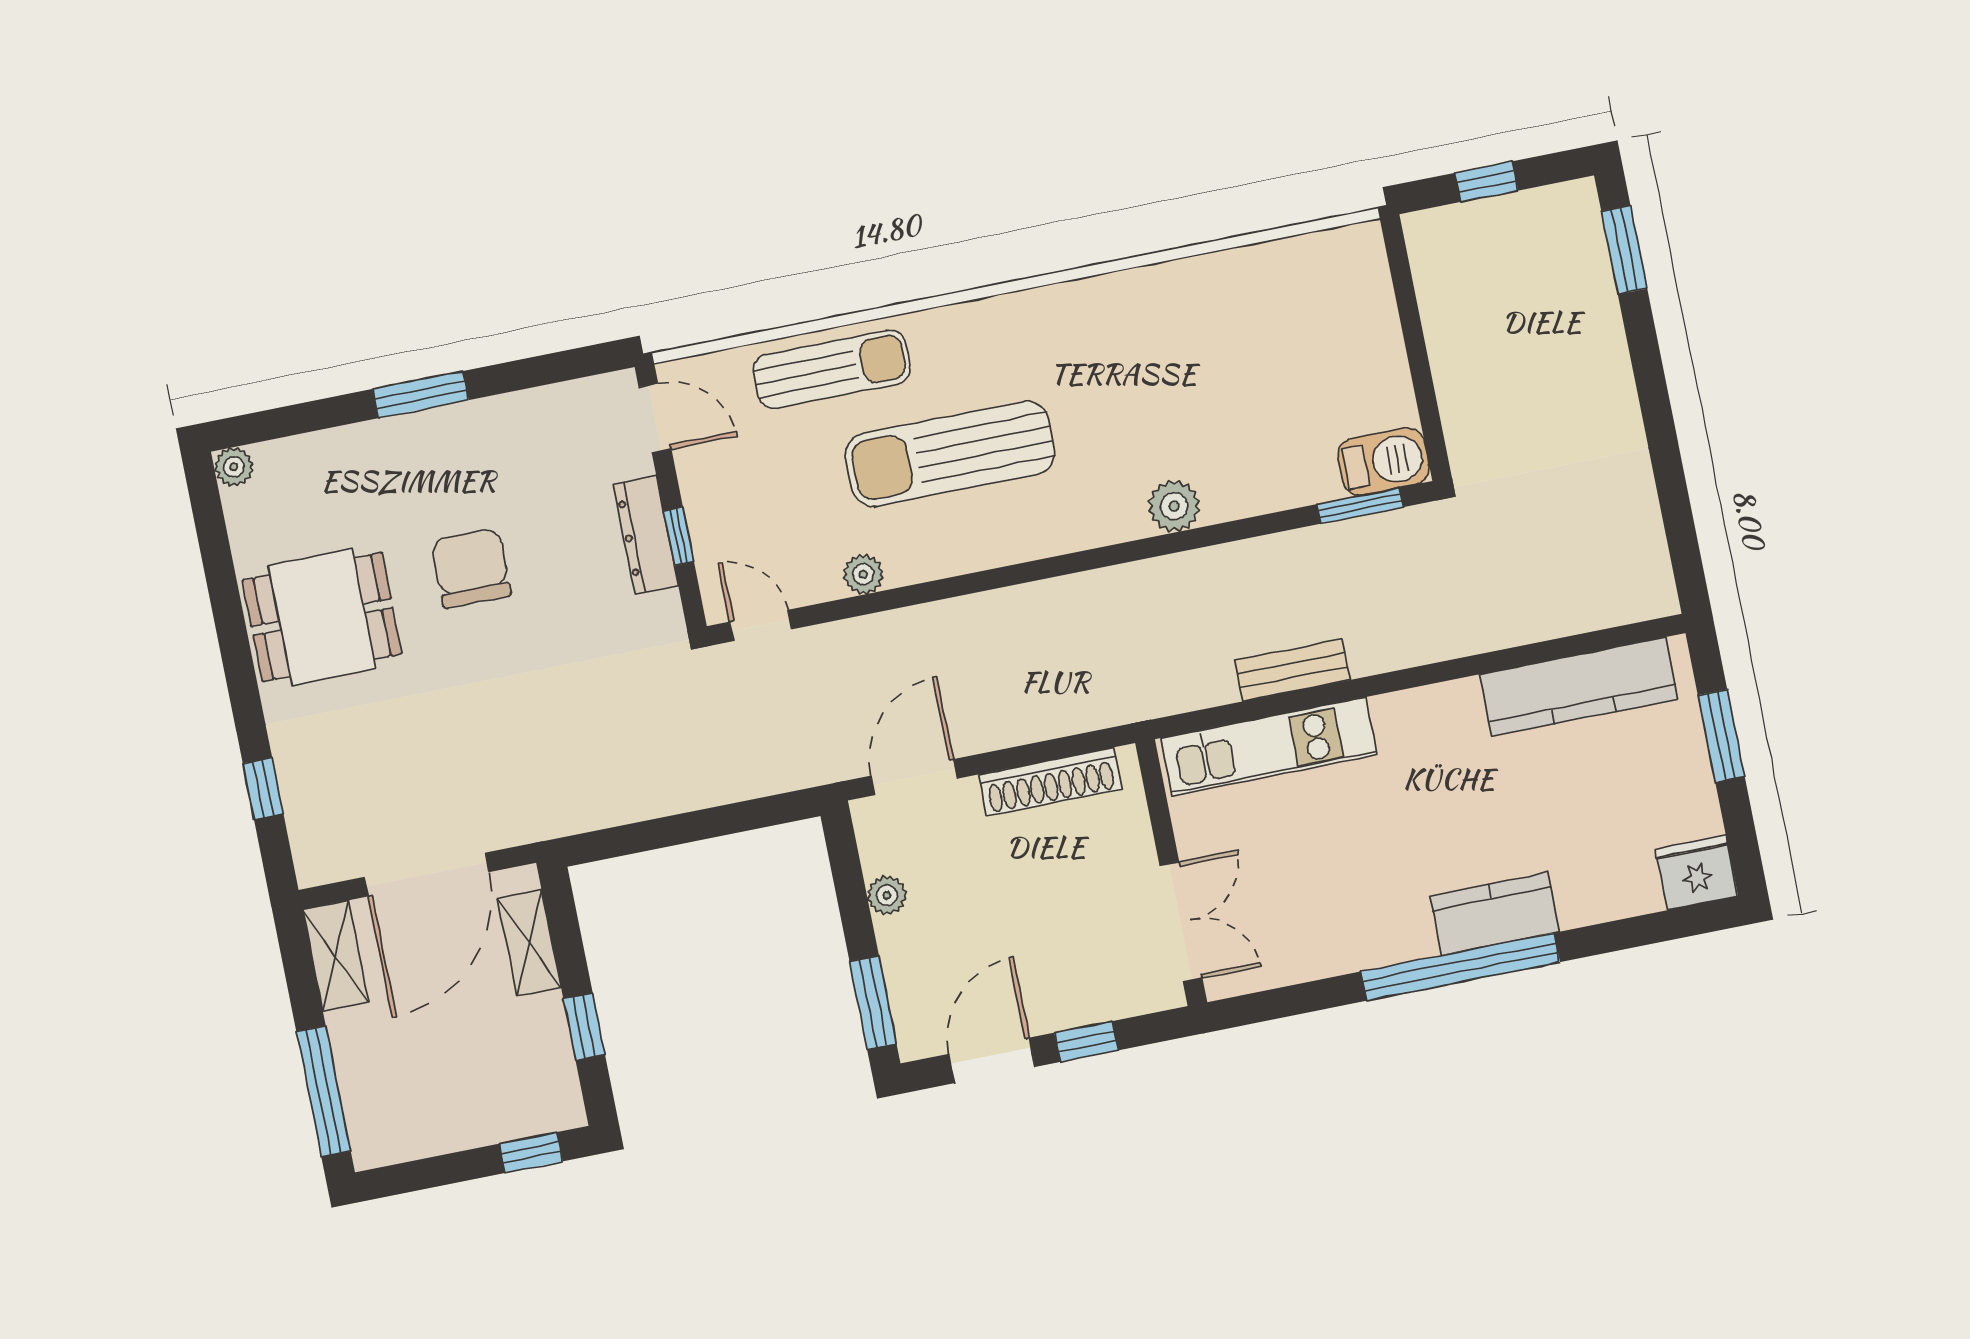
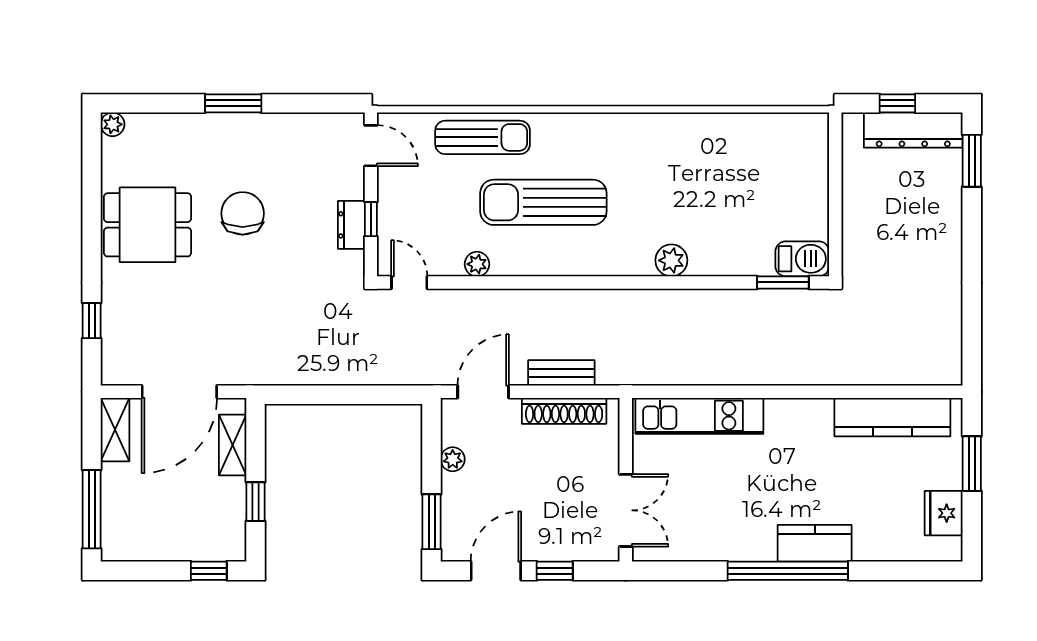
dresser: (1520, 219) -> (913, 130), added
dresser: (646, 535) -> (351, 225), width x0.70
bench: (1292, 670) -> (561, 373), moved
fridge: (1696, 873) -> (944, 513), moved, turned -90

